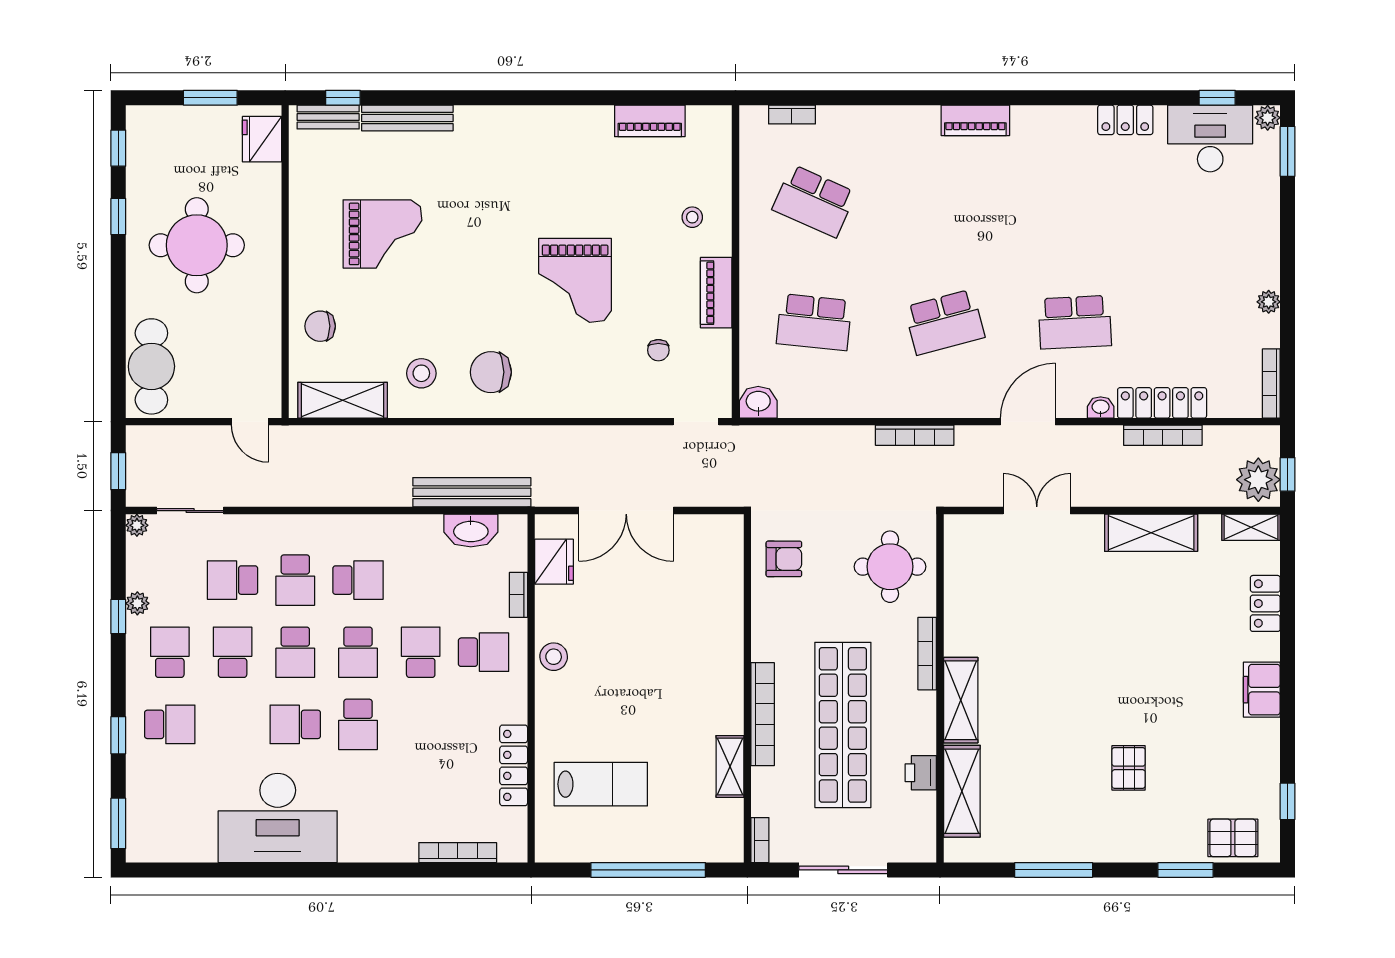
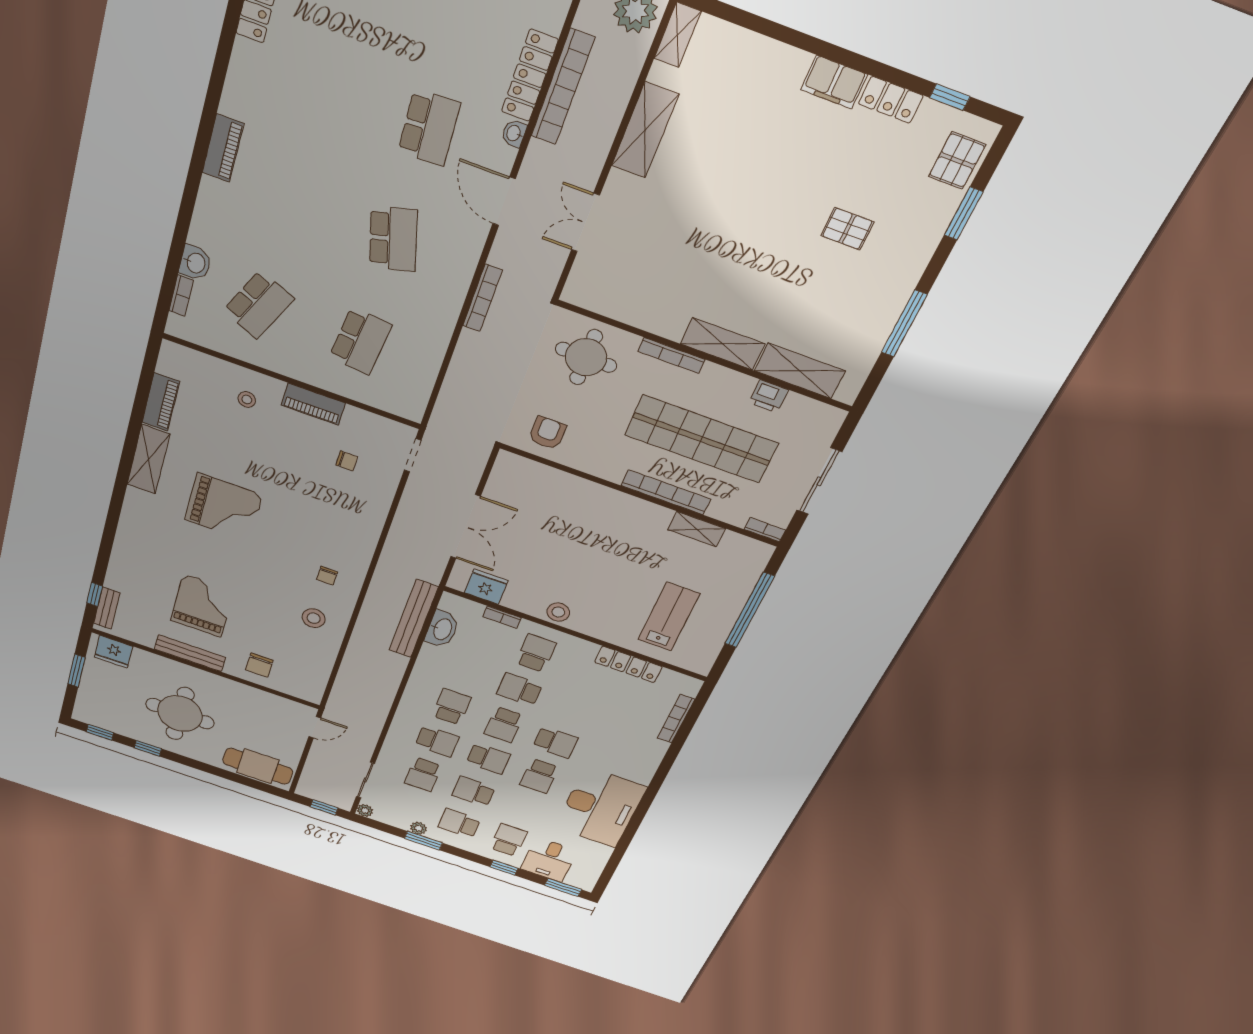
bench: (407, 118) -> (190, 653), moved, turned 90
grand piano: (575, 280) -> (223, 507), moved
chair: (491, 372) -> (327, 576), width x0.54, depth x0.54
shelving: (343, 400) -> (148, 459), moved
washbasin: (758, 402) -> (195, 263), moved, turned 180
bookcase: (1163, 435) -> (563, 87), width x1.48, depth x1.31
locker: (1265, 603) -> (891, 100), moved
window: (118, 617) -> (423, 841), width x1.50
school desk: (358, 652) -> (504, 725), turned 90
desk: (159, 787) -> (549, 860), added

